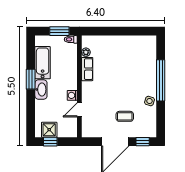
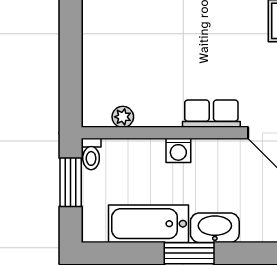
row of seats: (87, 69) -> (211, 114), moved
washing machine: (72, 95) -> (178, 150), moved

